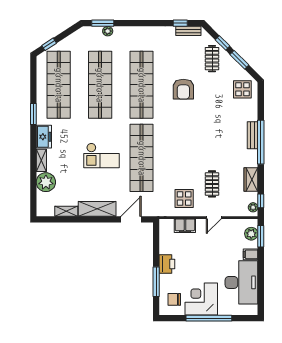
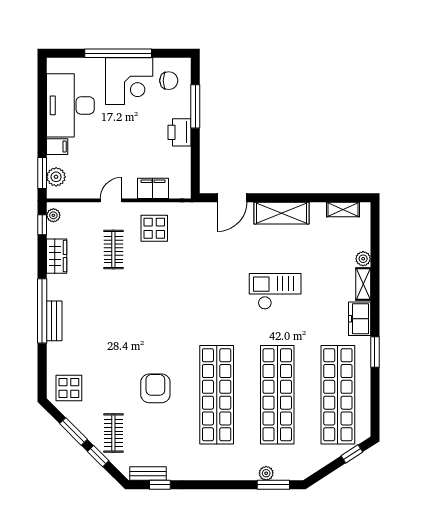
shop shelf: (142, 158) -> (217, 288), removed
plant: (46, 182) -> (363, 259), width x0.53, depth x0.53
shelving: (66, 211) -> (343, 210), moved

